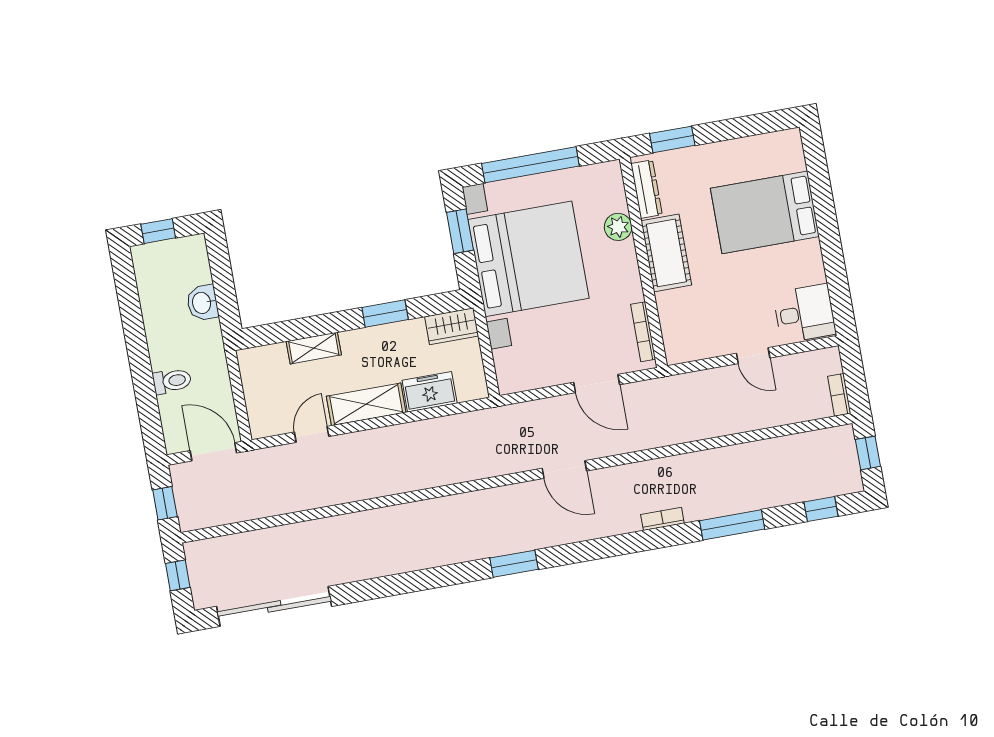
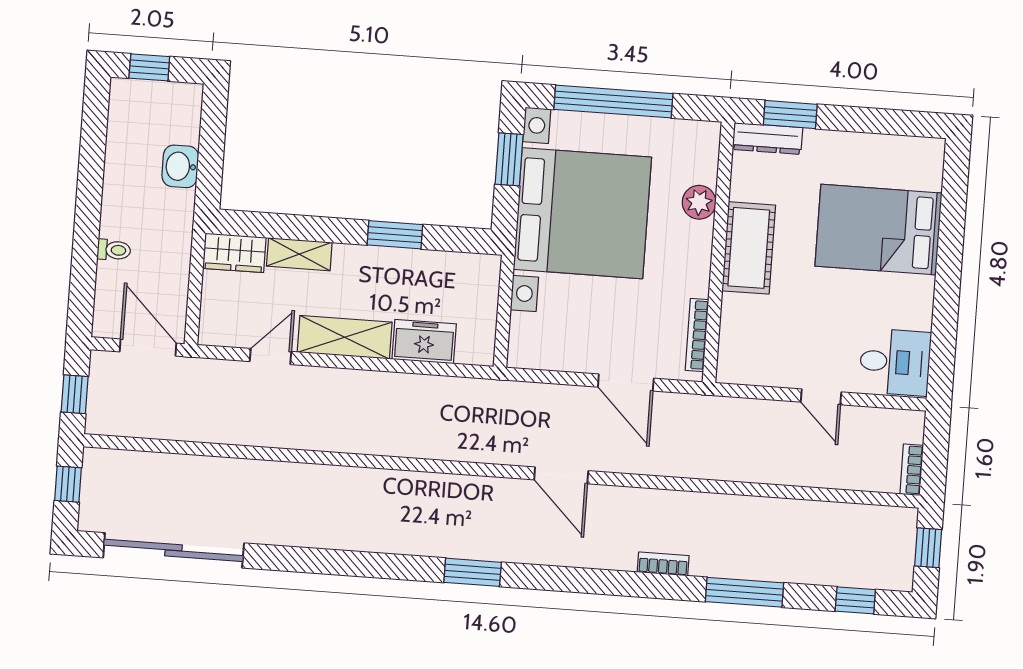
dresser: (647, 189) -> (767, 138), moved, turned 90
wardrobe: (452, 326) -> (234, 253), moved
toilet: (172, 381) -> (114, 250), width x0.73, depth x0.72

